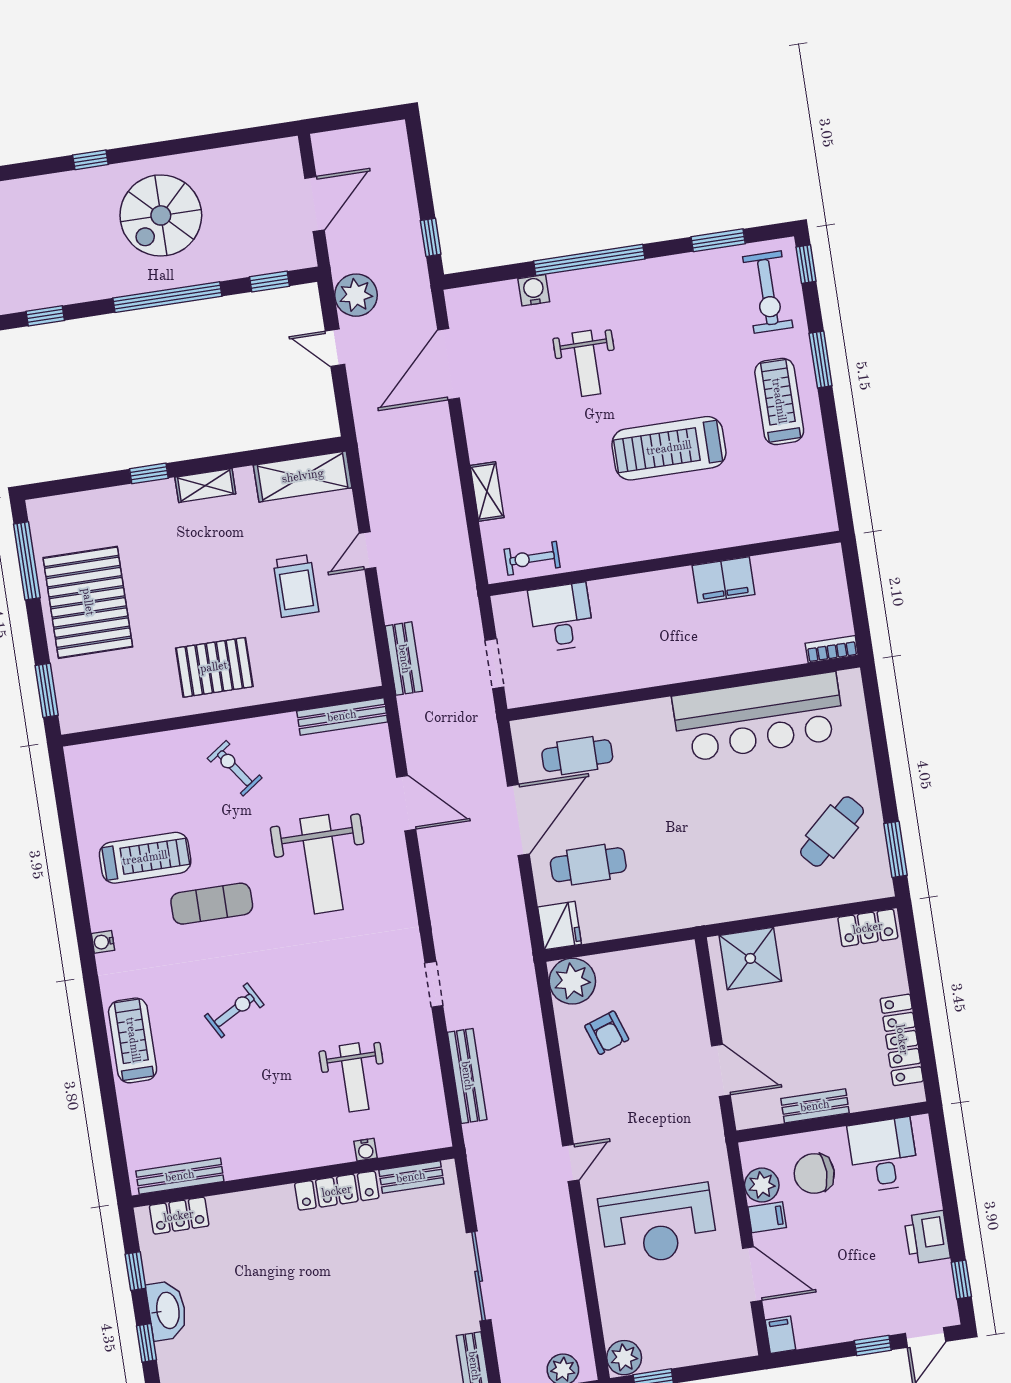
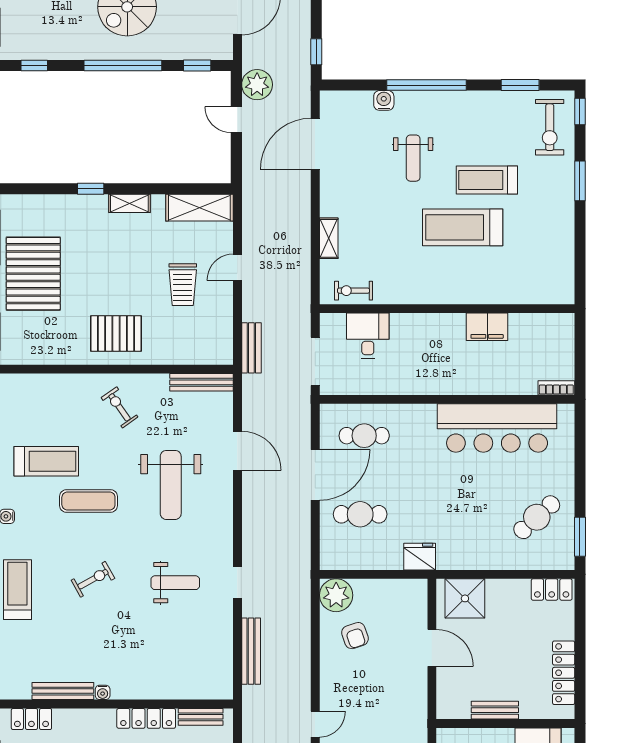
treadmill: (779, 401) -> (487, 180), moved, turned -90
doorway: (494, 664) -> (315, 361), width x1.38
fridge: (560, 926) -> (420, 557), moved, turned -90
door: (721, 1070) -> (432, 648), moved
weight bench: (354, 1077) -> (175, 583), moved, turned -90
water cooler: (365, 1150) -> (103, 692), moved
bench: (180, 1176) -> (63, 691), moved

